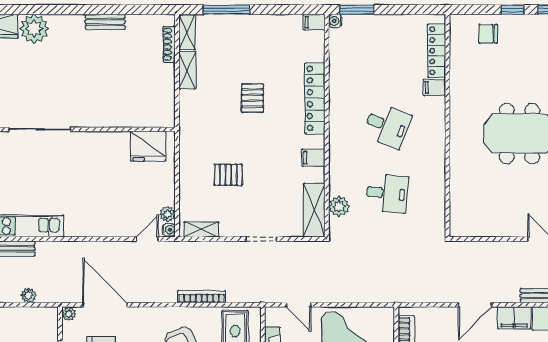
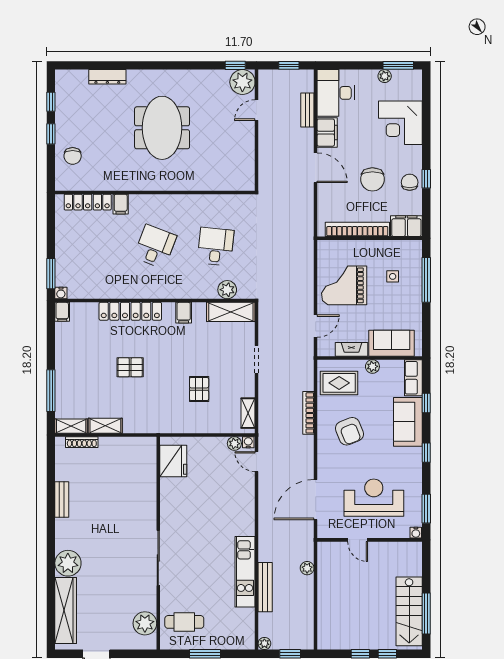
plant: (69, 314) -> (323, 532), removed

